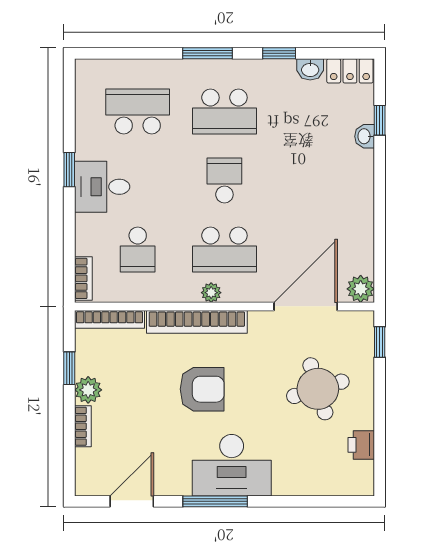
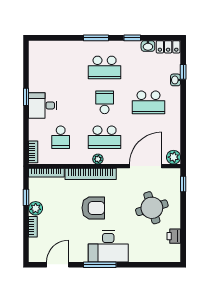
school desk: (138, 112) -> (148, 102), moved, turned 180

